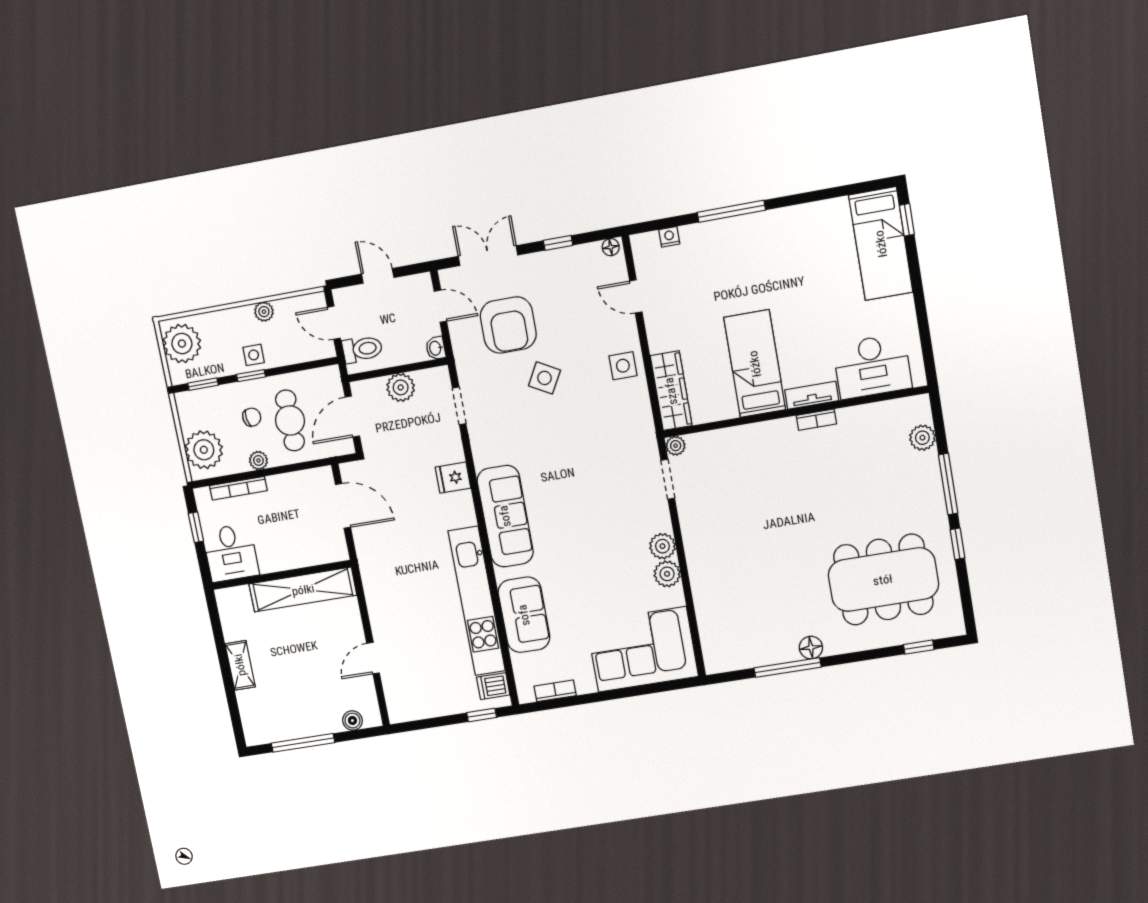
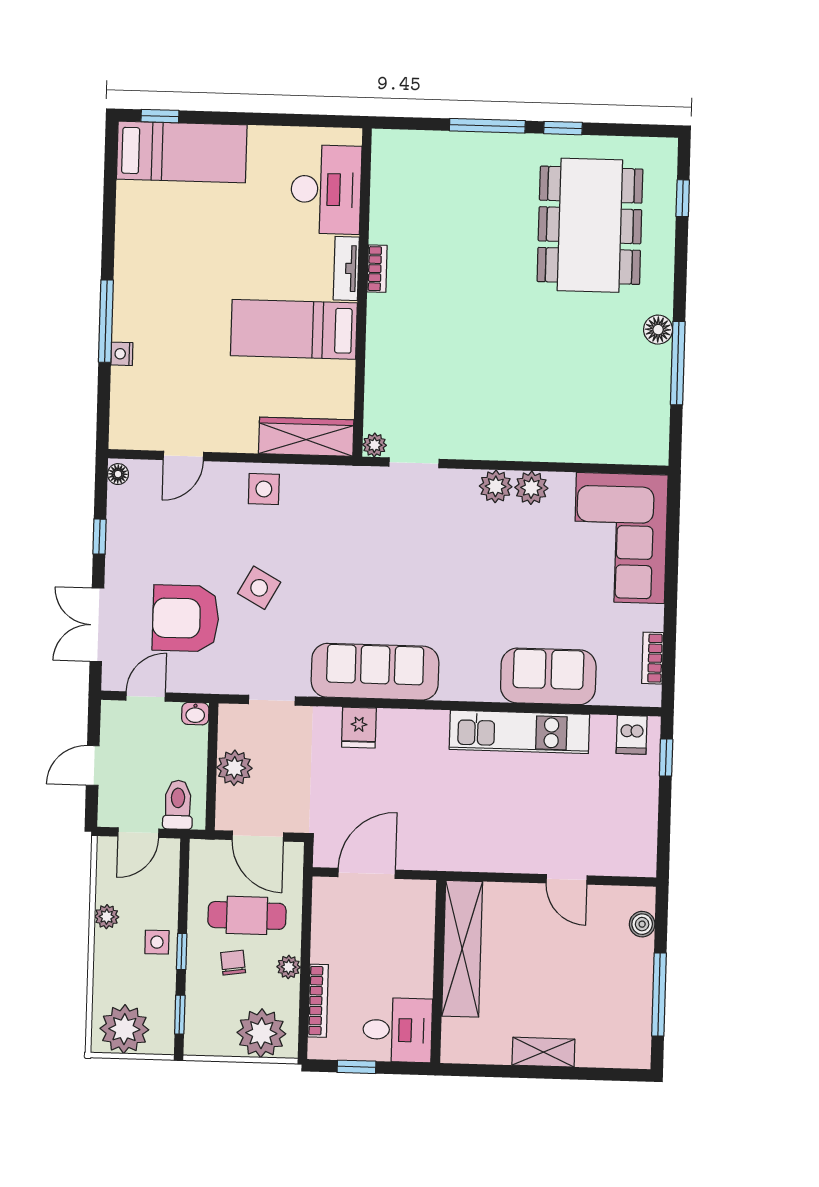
nightstand: (669, 237) -> (122, 354), moved
armchair: (508, 325) -> (186, 618), turned 180
plant: (922, 438) -> (425, 146), removed
sofa: (505, 516) -> (375, 672), moved
kitchen unit: (477, 601) -> (519, 732), width x0.73

